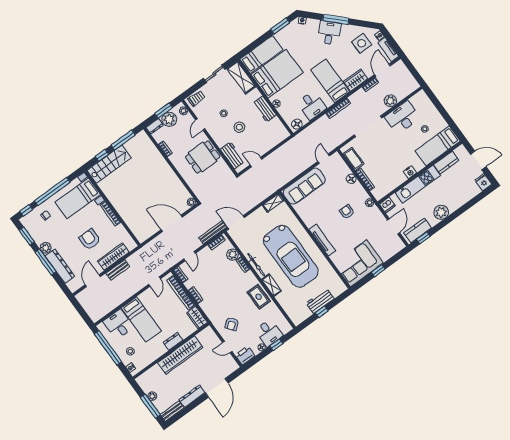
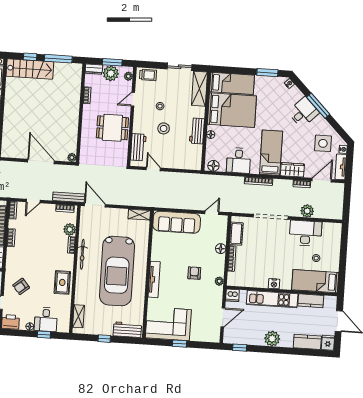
kitchen counter: (418, 230) -> (307, 342), moved
shelving: (271, 285) -> (79, 316), moved
workbench: (320, 301) -> (127, 330), moved

